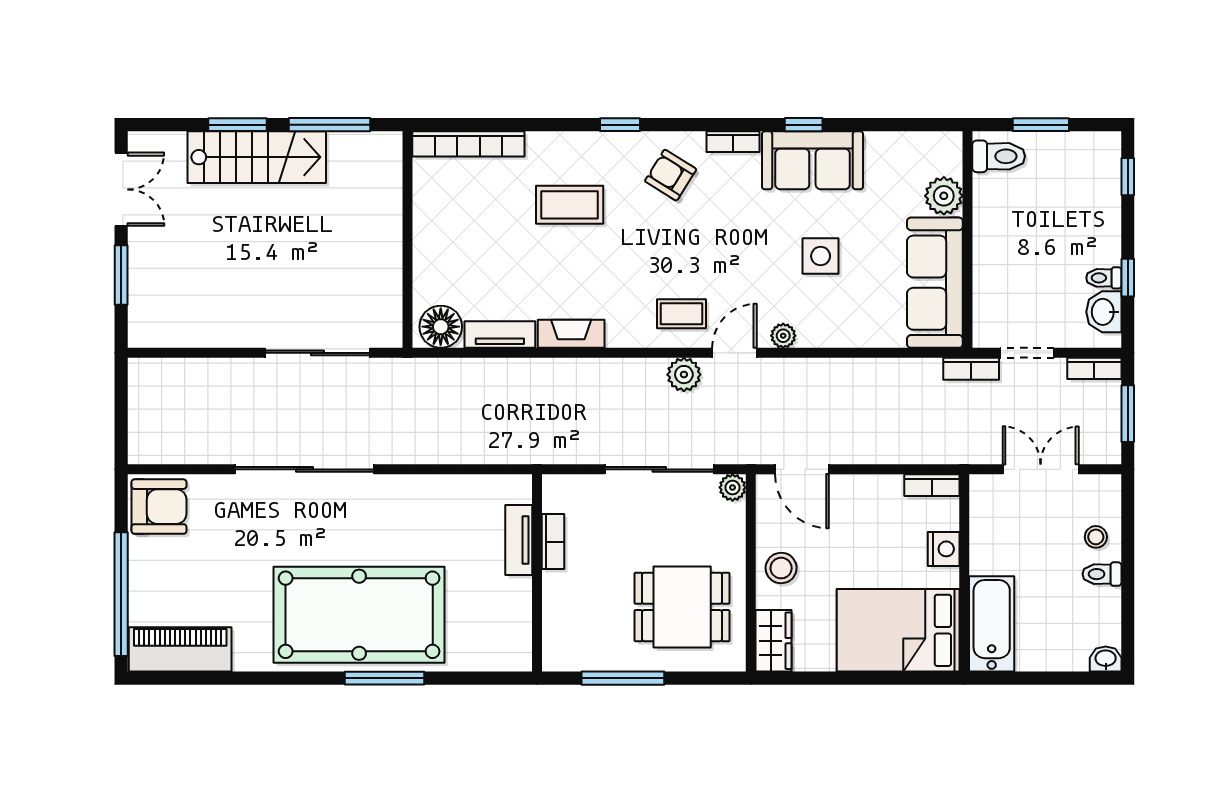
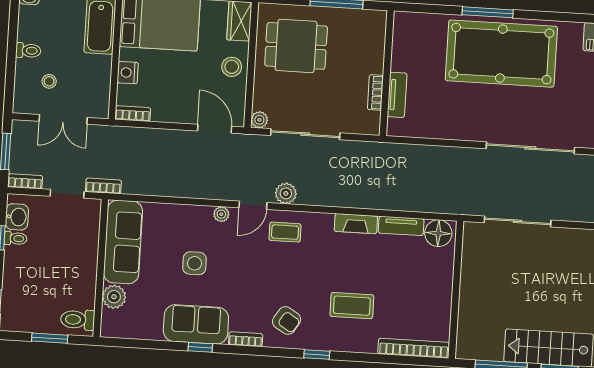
stool: (1096, 537) -> (49, 81), moved

